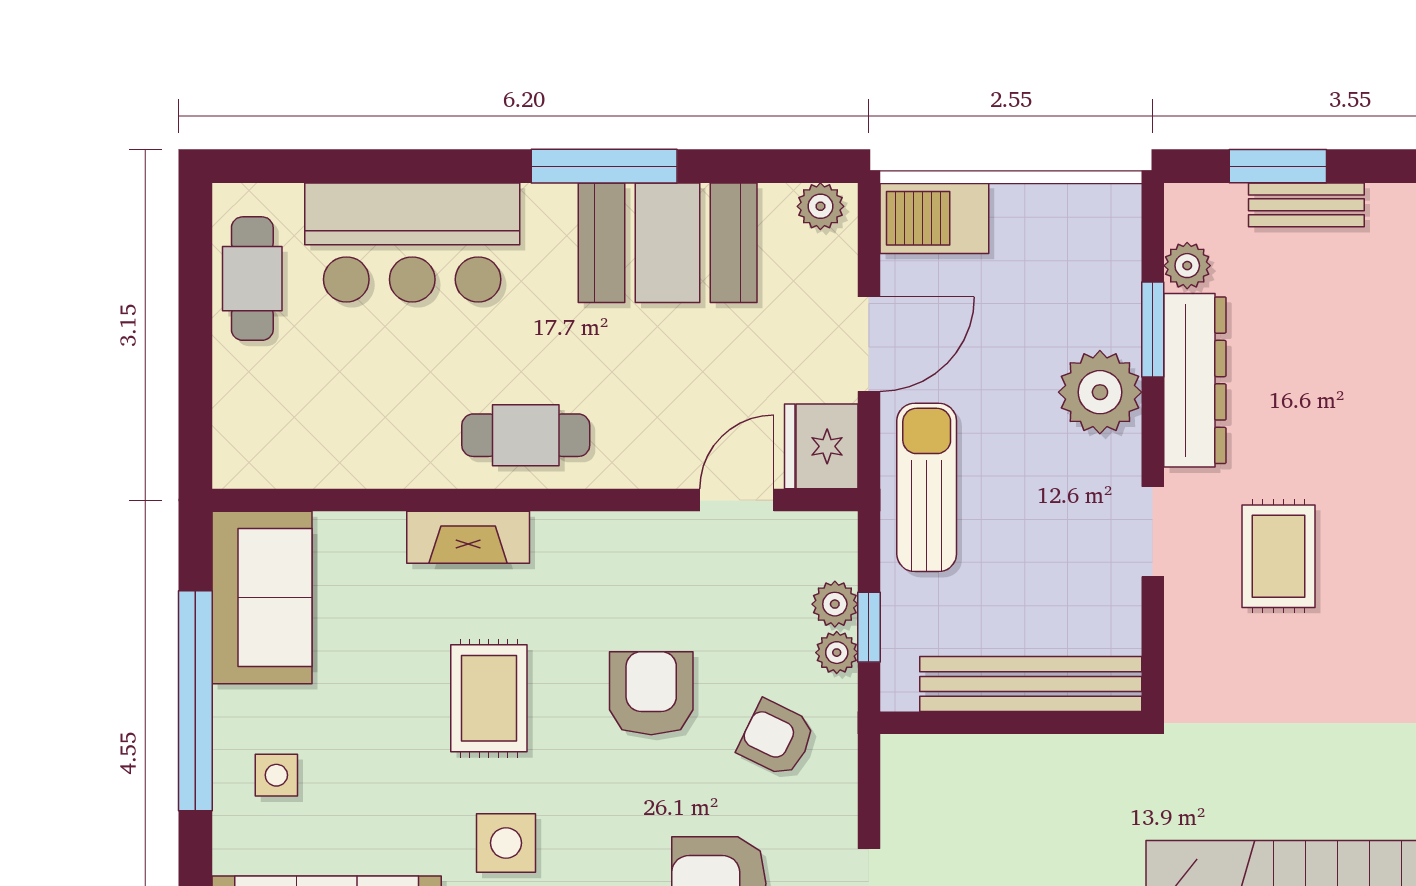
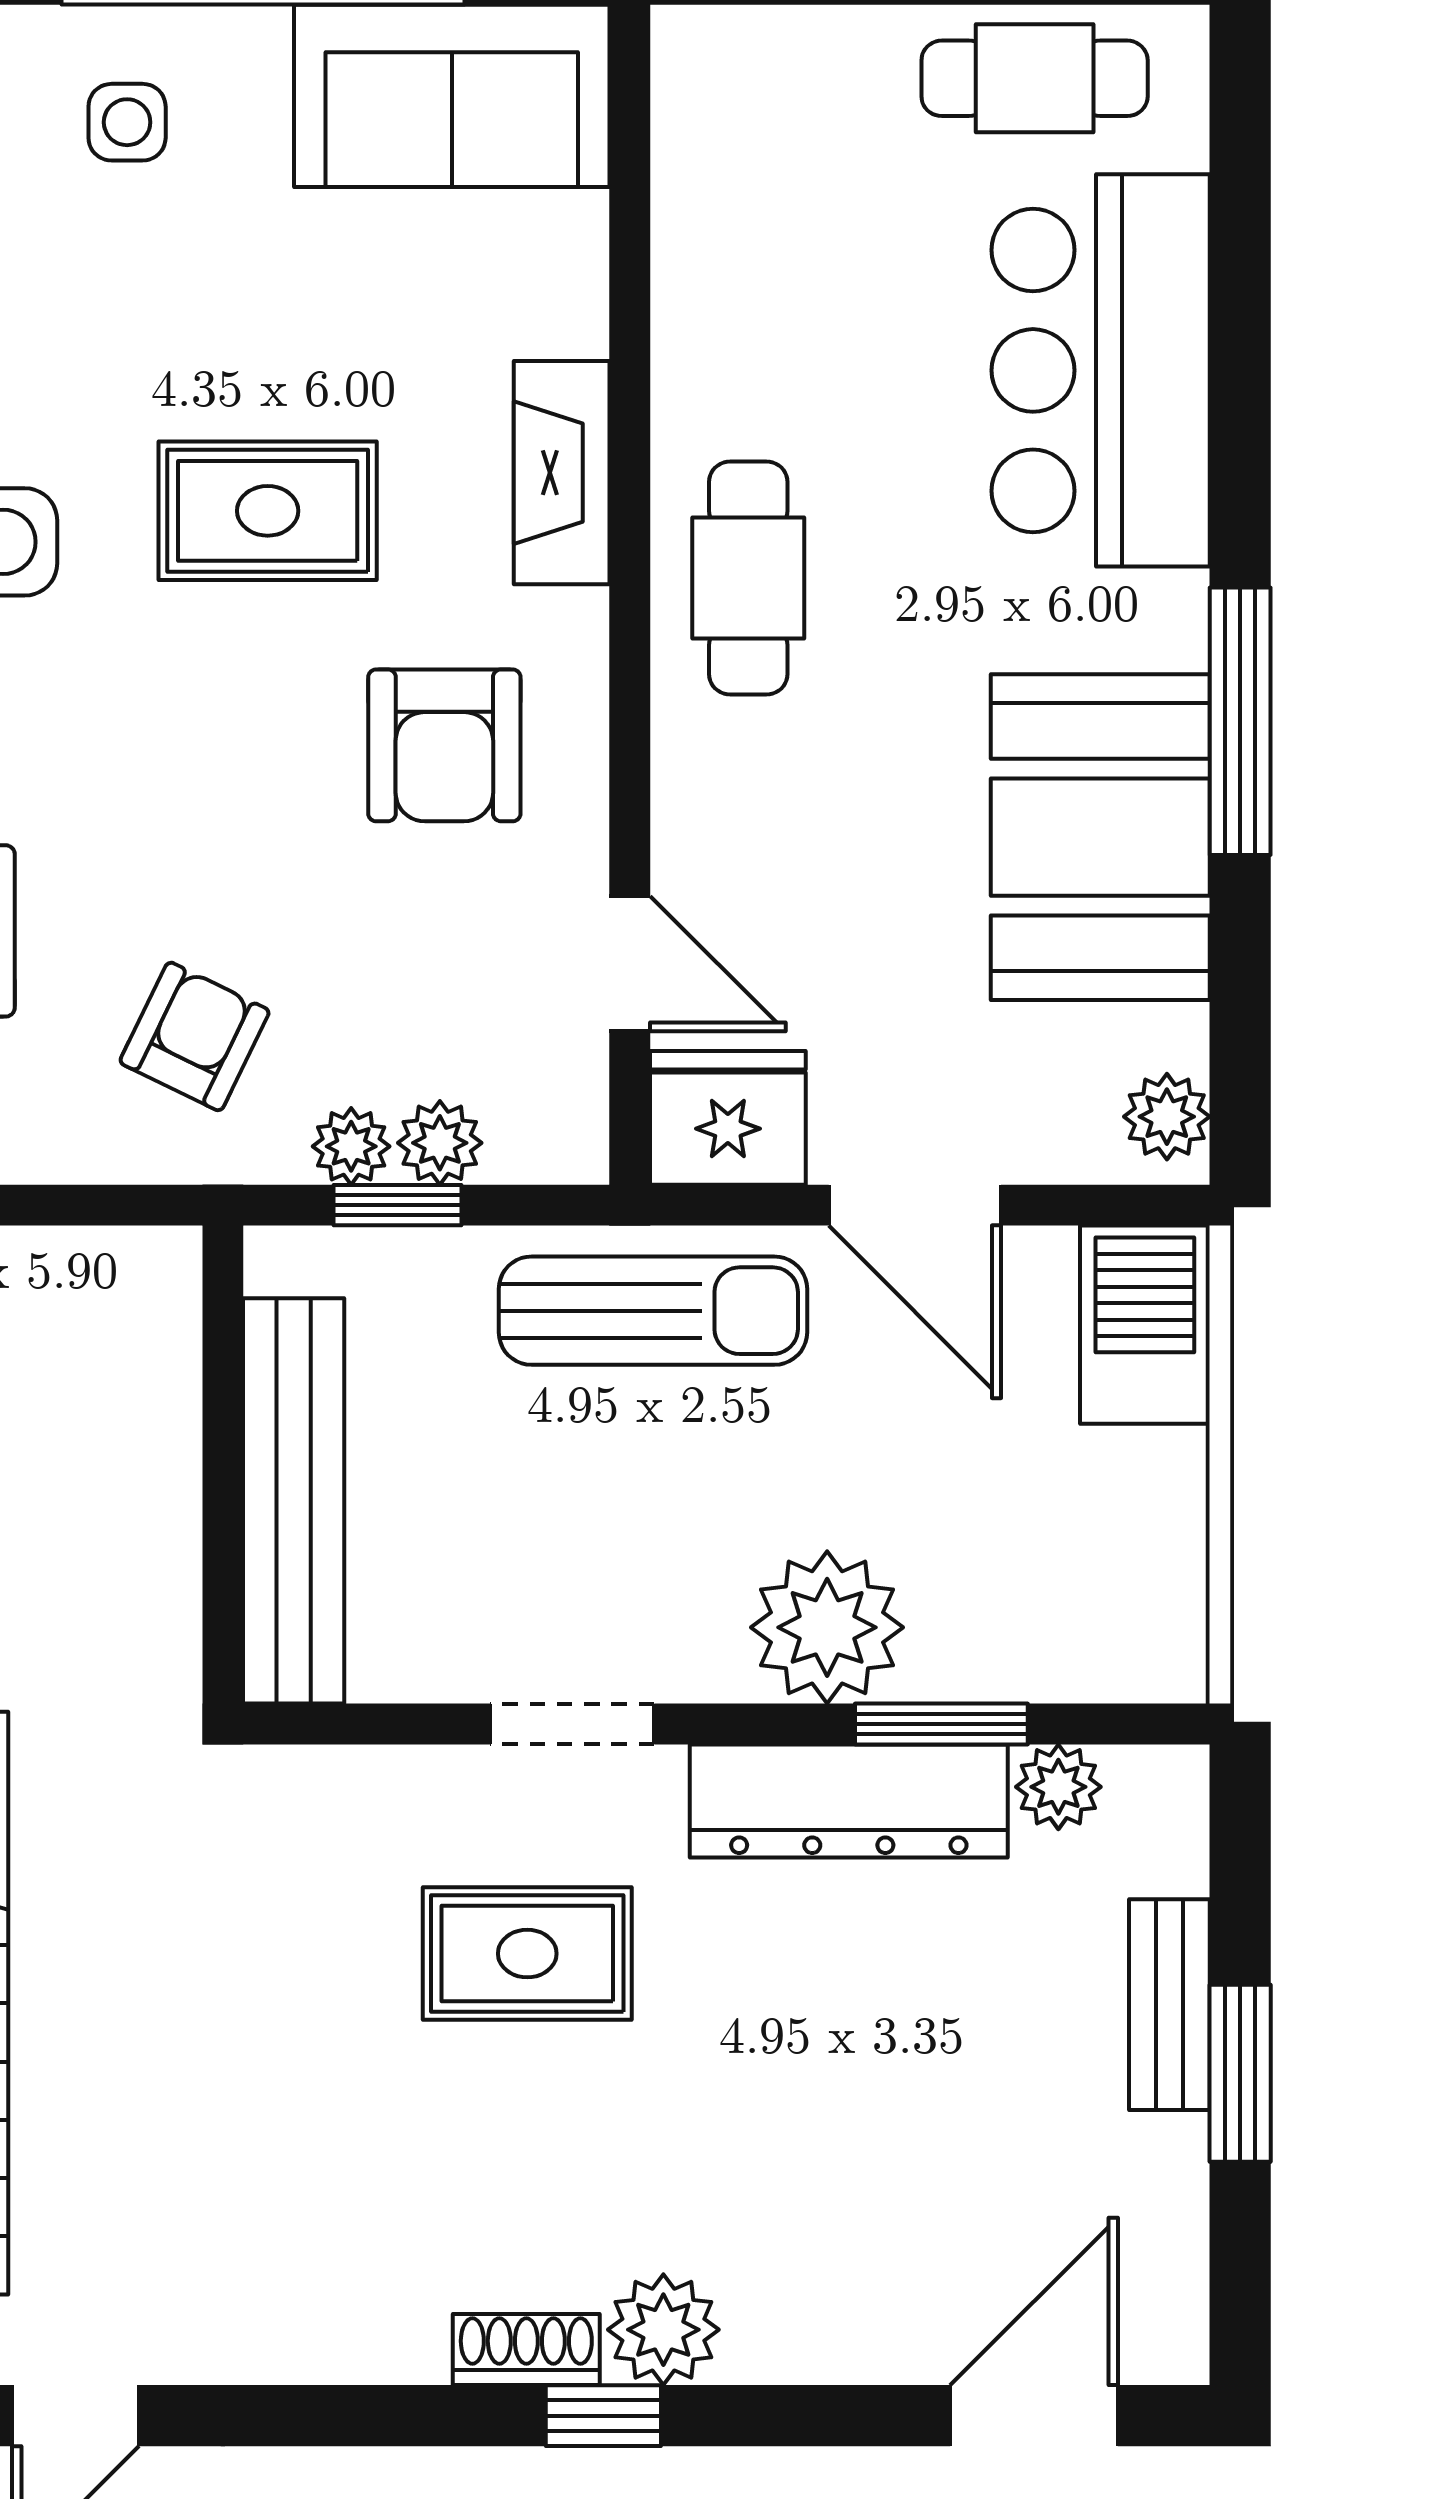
window: (1278, 166) -> (1240, 2073), moved
armchair: (651, 693) -> (444, 745), moved, turned 90

